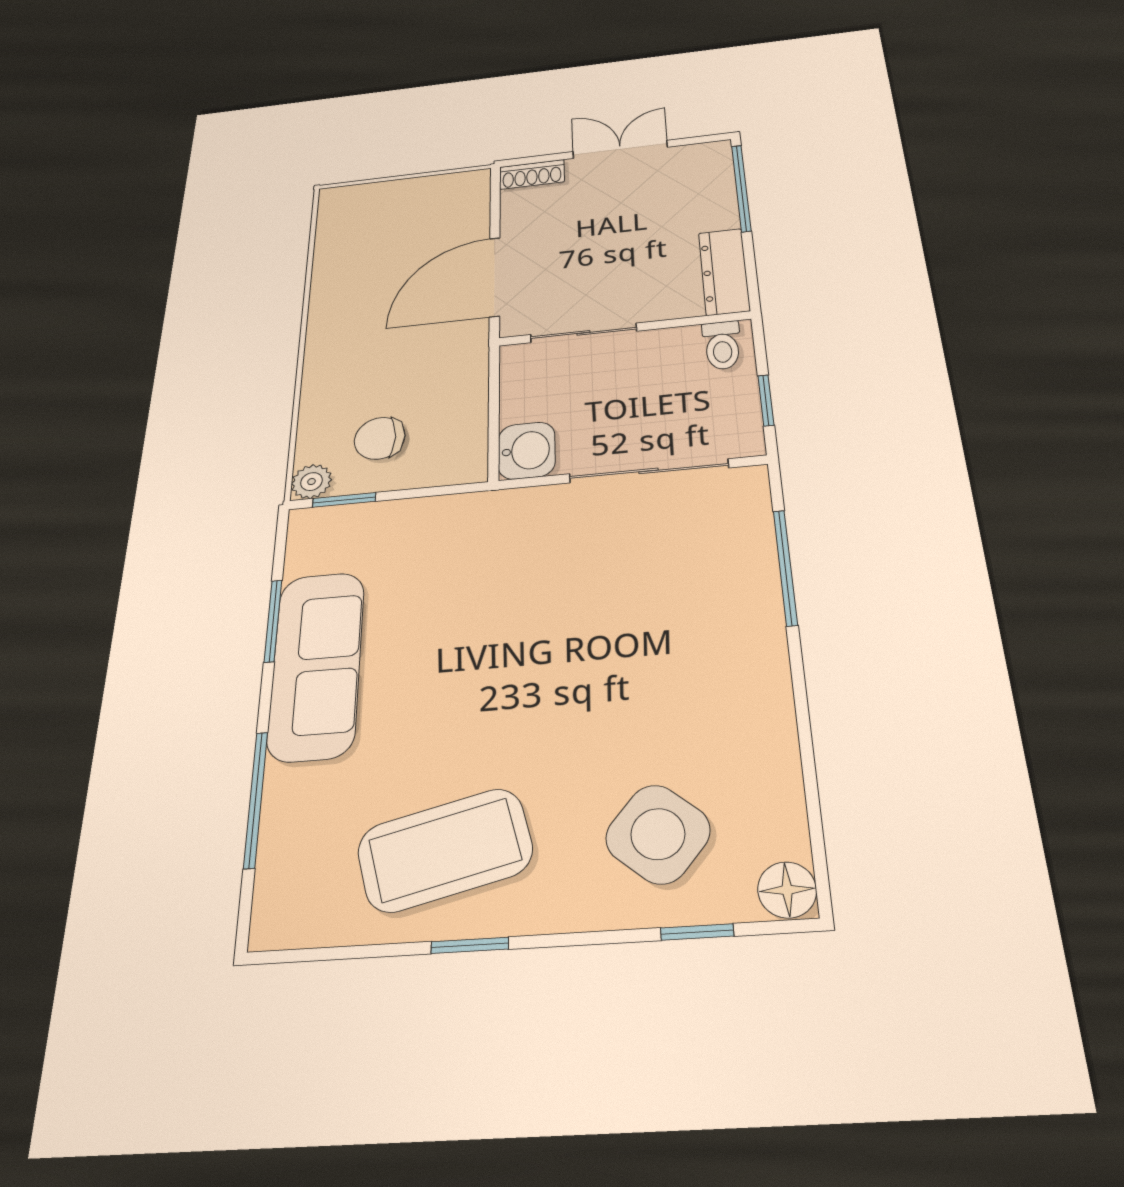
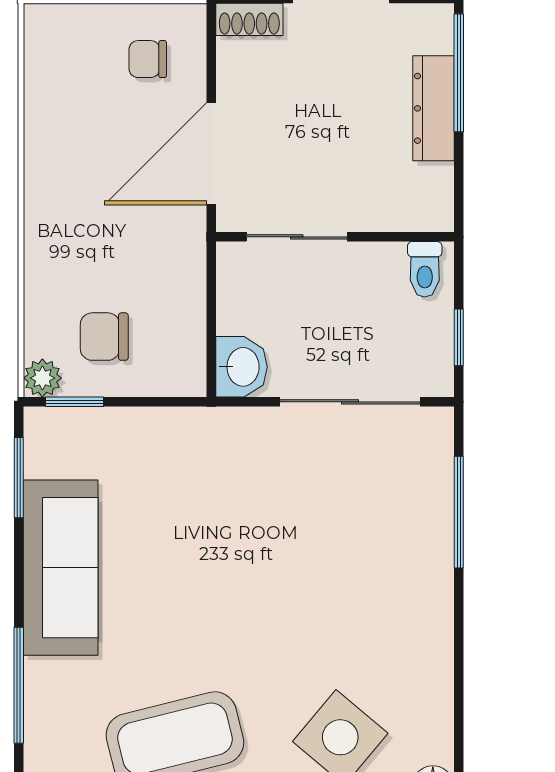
chair: (434, 214) -> (148, 59), added
dresser: (724, 272) -> (434, 108), moved
window: (273, 621) -> (19, 478), moved

